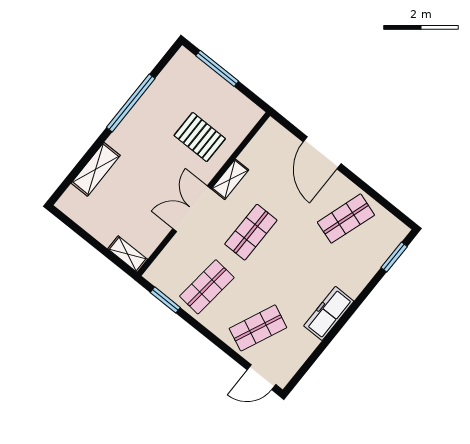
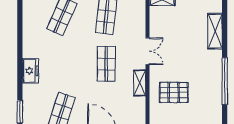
double door: (192, 209) -> (147, 51), width x0.73
freezer: (329, 313) -> (30, 71), moved, width x0.71

